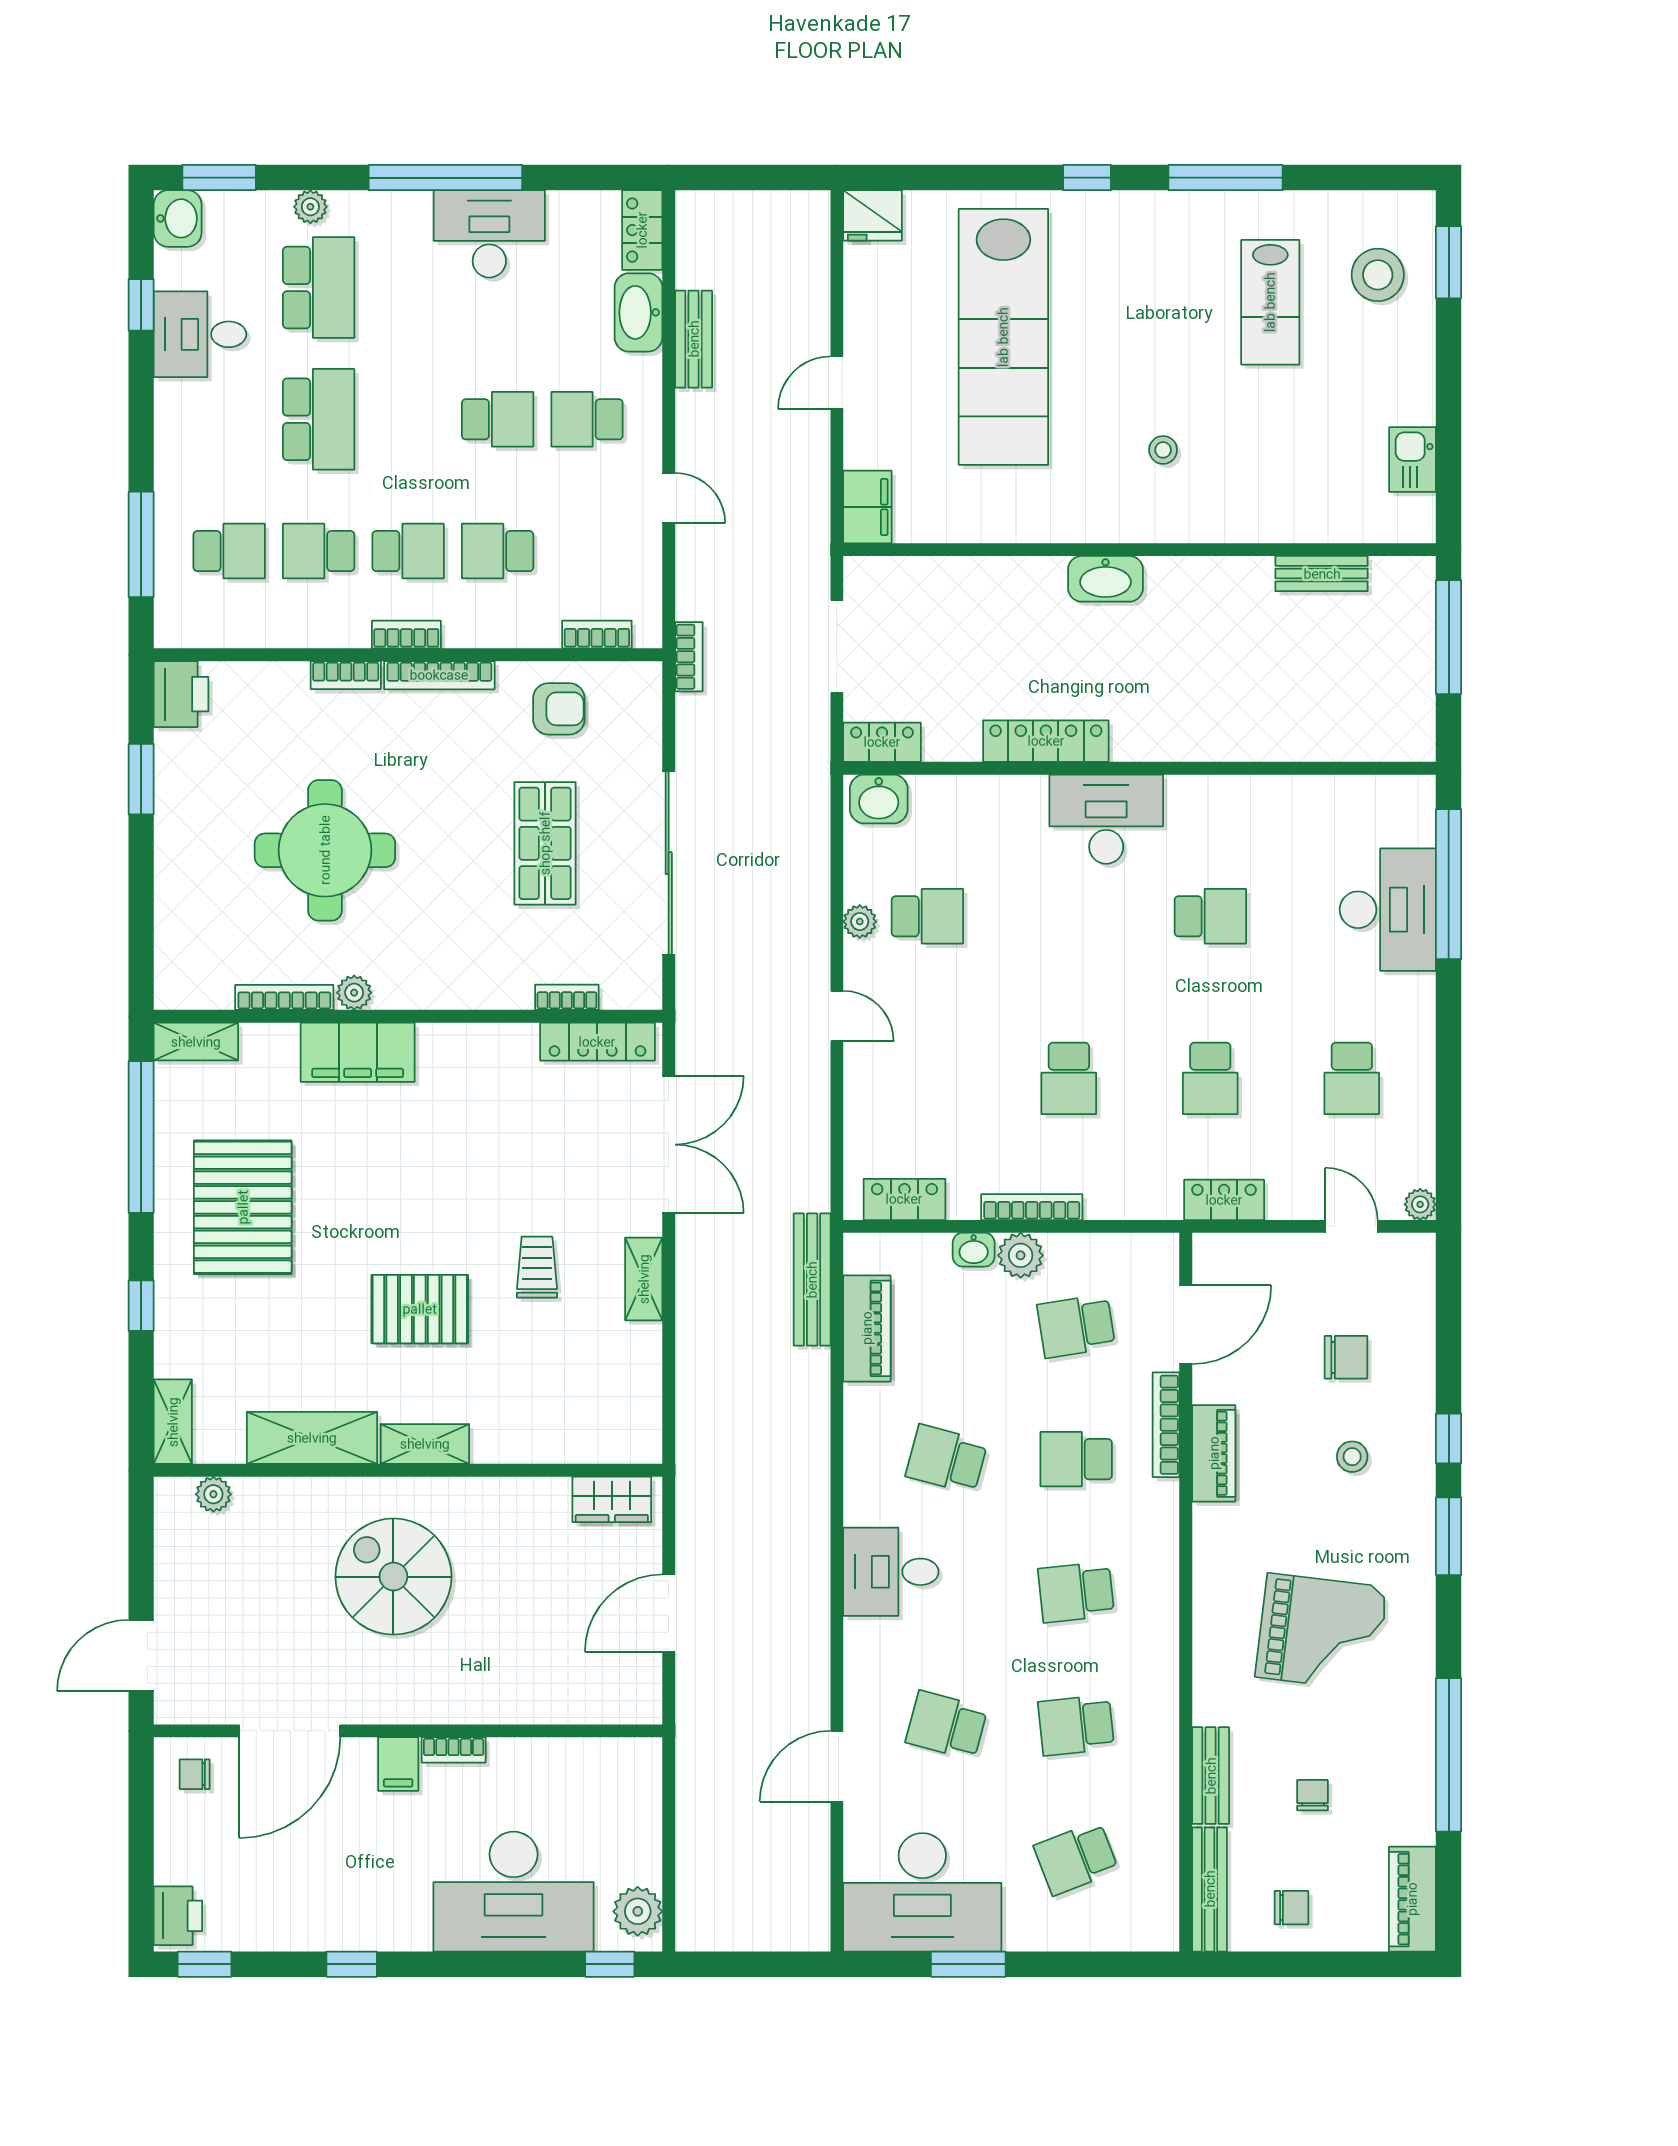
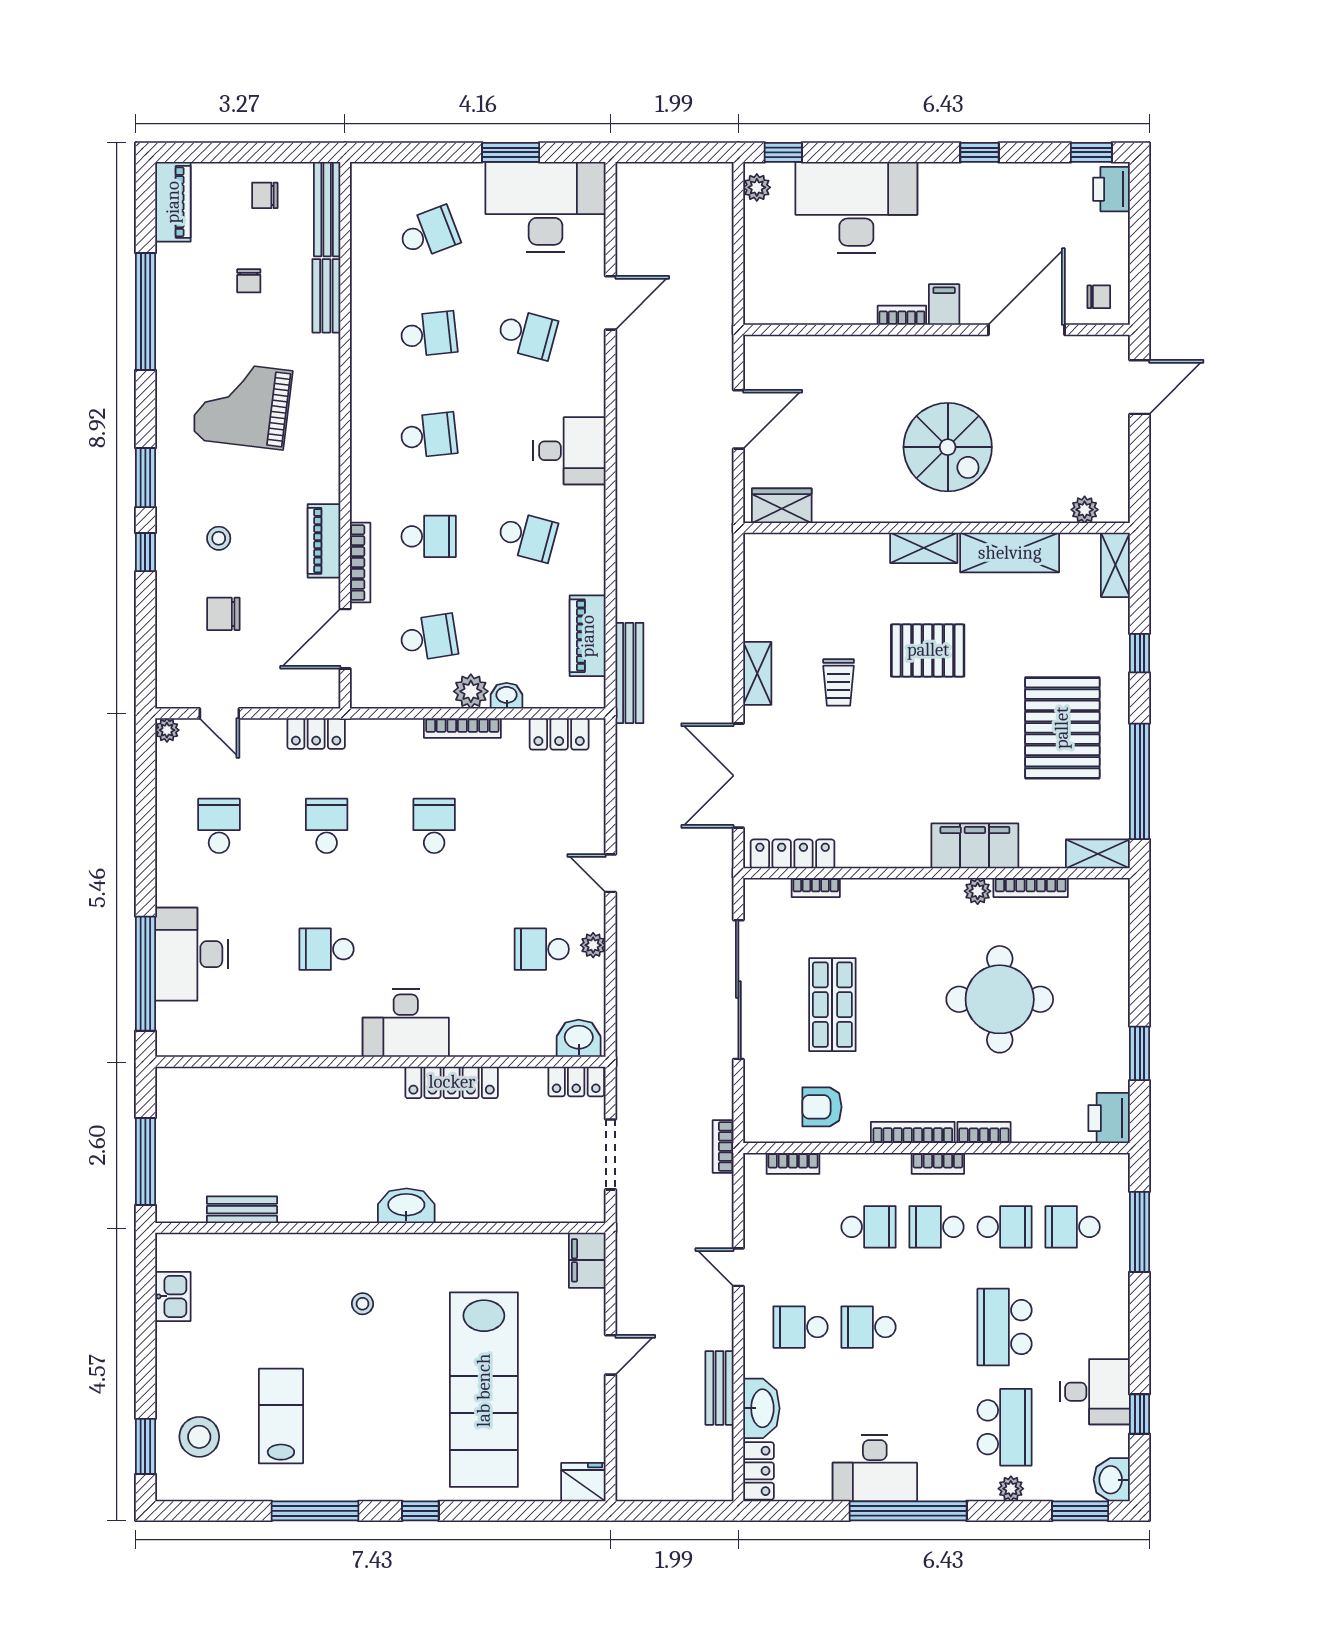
school desk: (319, 288) -> (1005, 1427), turned 180
lab bench: (1003, 337) -> (484, 1390), turned 180
school desk: (587, 419) -> (800, 1327), turned 180
plant: (638, 1911) -> (757, 187), width x0.73, depth x0.73

